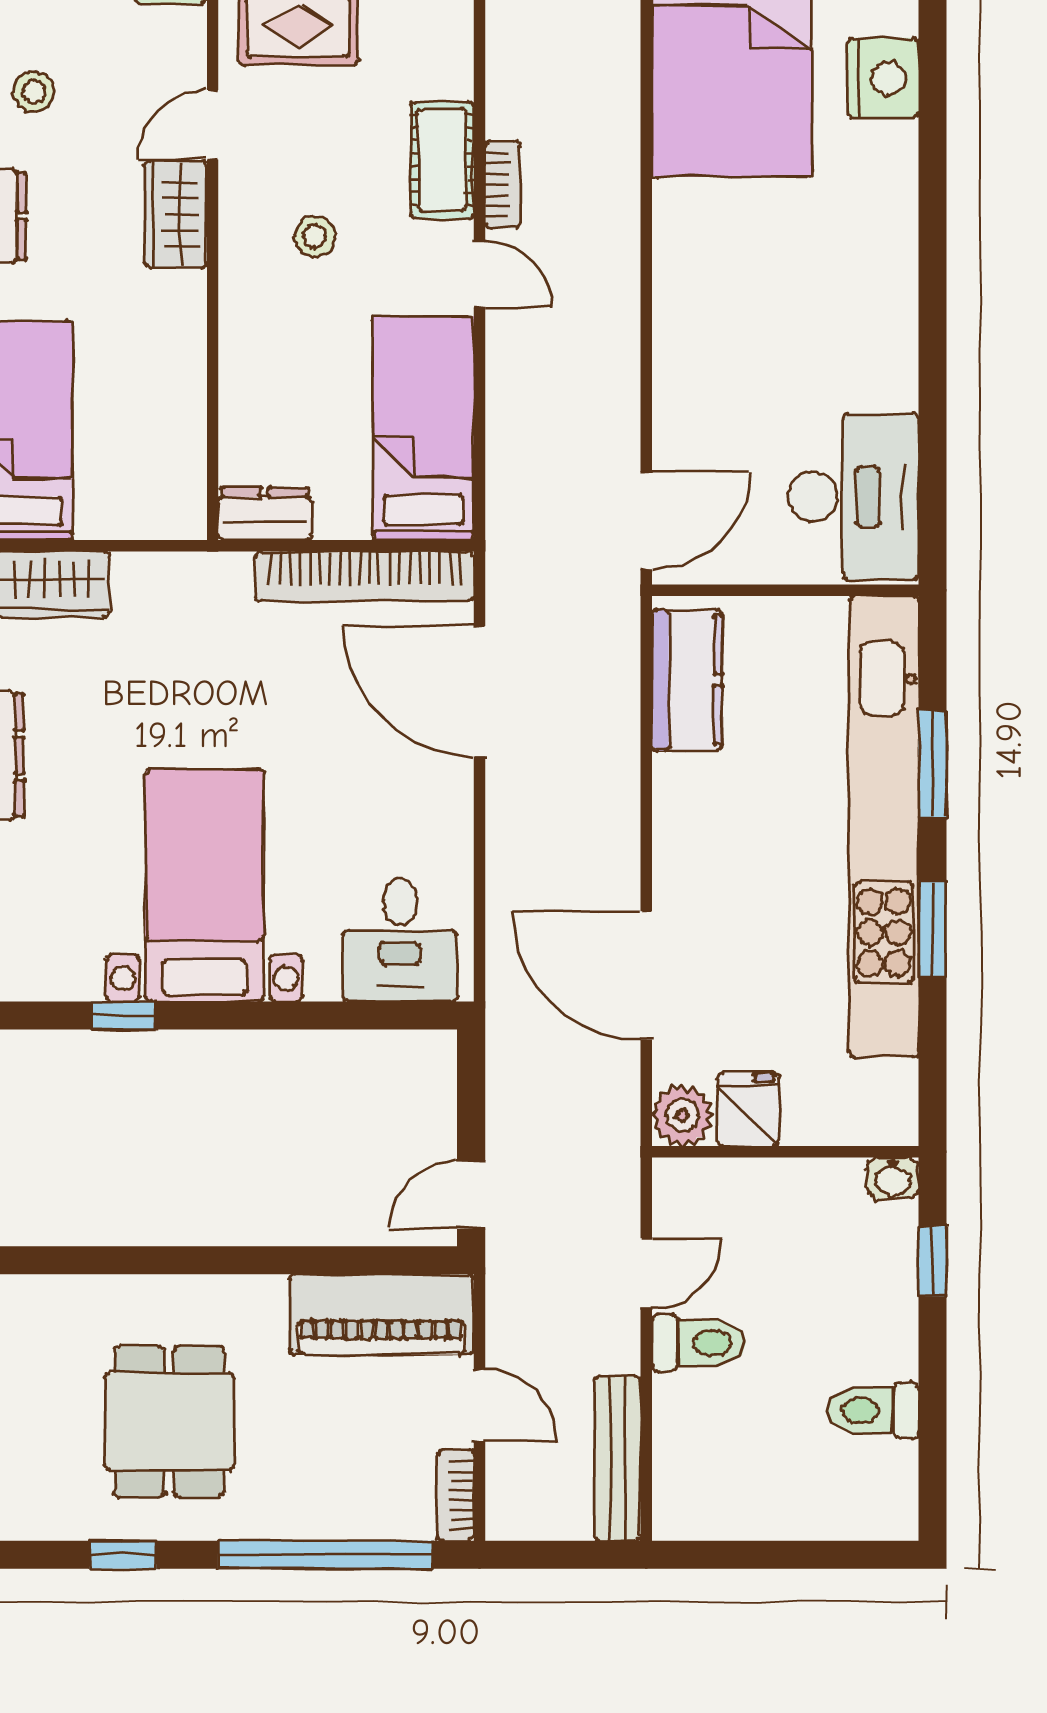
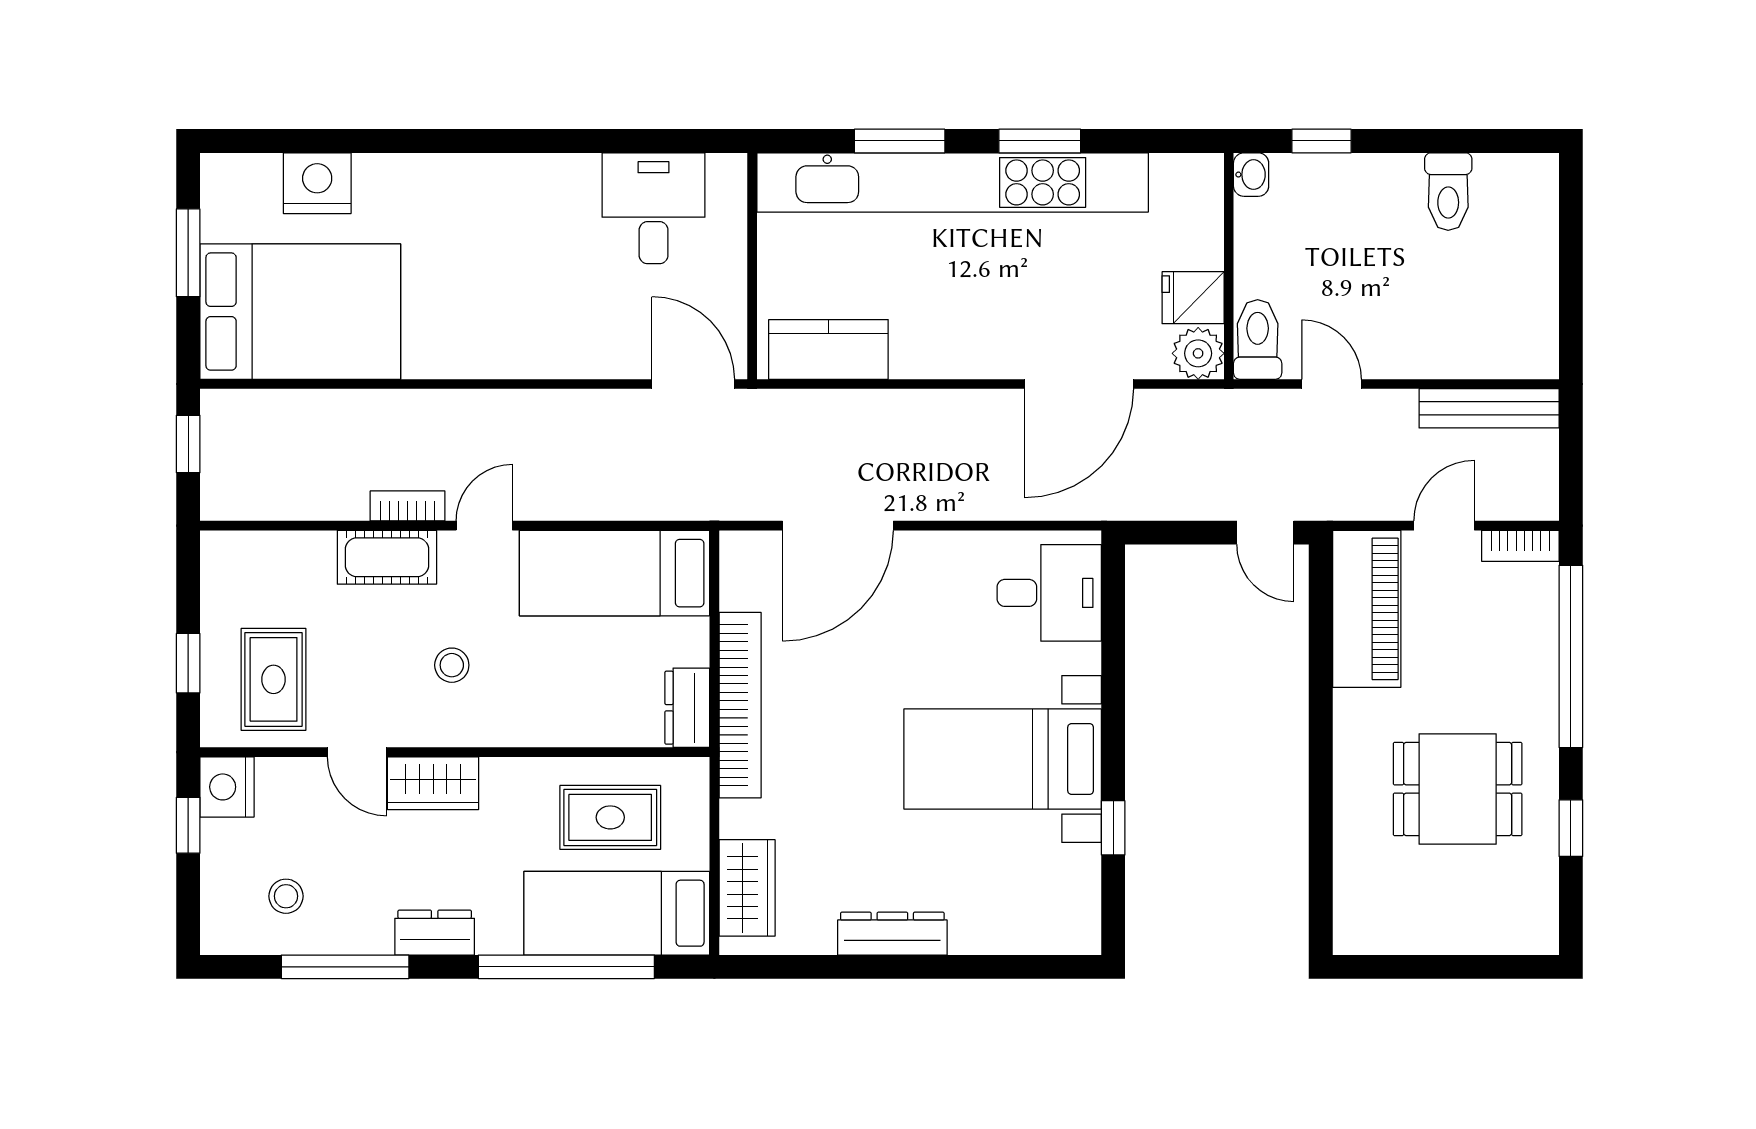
stool: (34, 92) -> (286, 896), moved
rug: (136, 423) -> (610, 817), added
desk: (853, 497) -> (654, 208), width x0.73
bookcase: (365, 576) -> (740, 705), moved
toilet: (699, 1343) -> (1258, 339), moved

